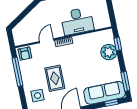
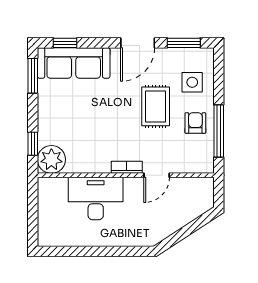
plant: (109, 52) -> (51, 159), moved
armchair: (25, 54) -> (195, 123), moved

